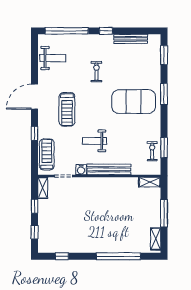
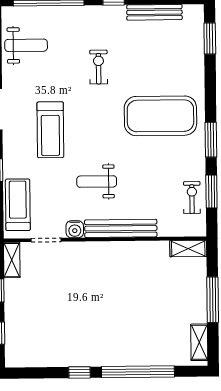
window: (164, 94) -> (211, 140), moved
window: (62, 256) -> (79, 372), moved

